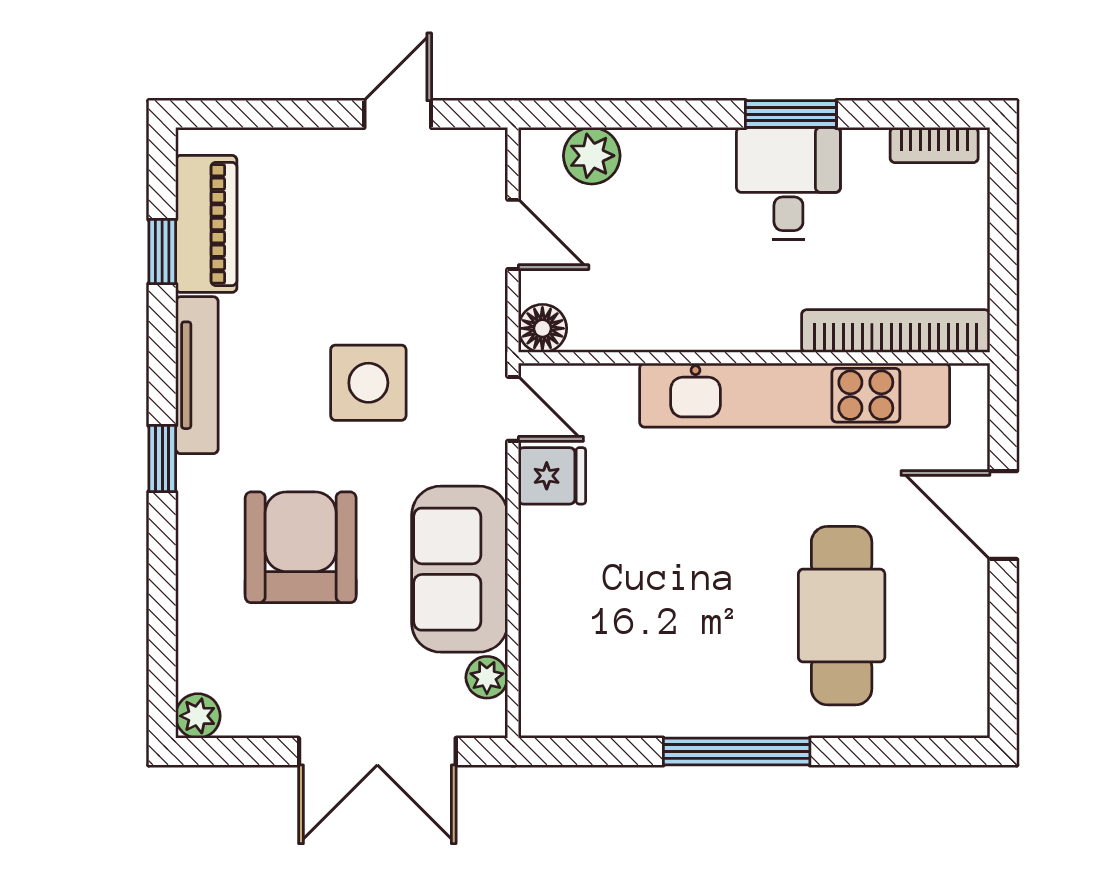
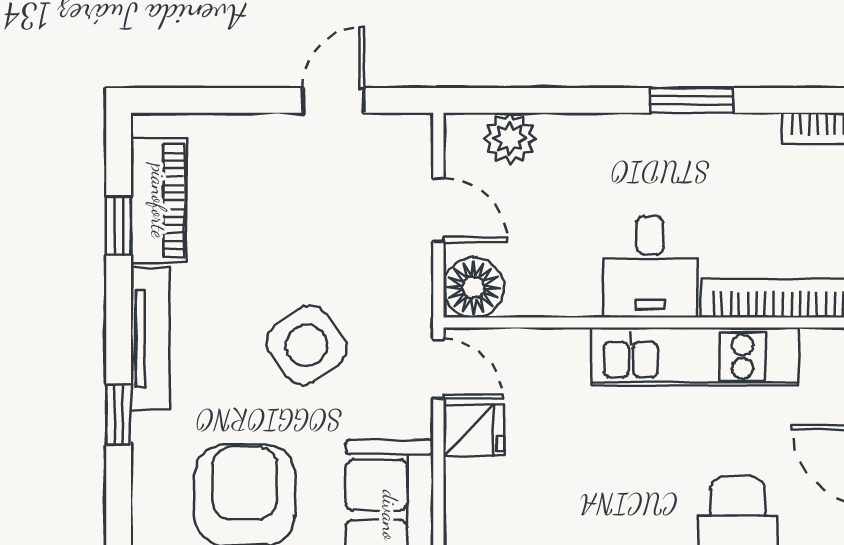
desk: (788, 183) -> (650, 267), moved, turned 180
floor lamp: (542, 328) -> (473, 288), width x1.38, depth x1.38
side table: (368, 383) -> (306, 345), turned -35
kitchen unit: (795, 395) -> (695, 357), width x0.73

